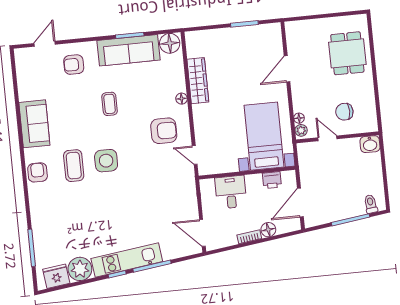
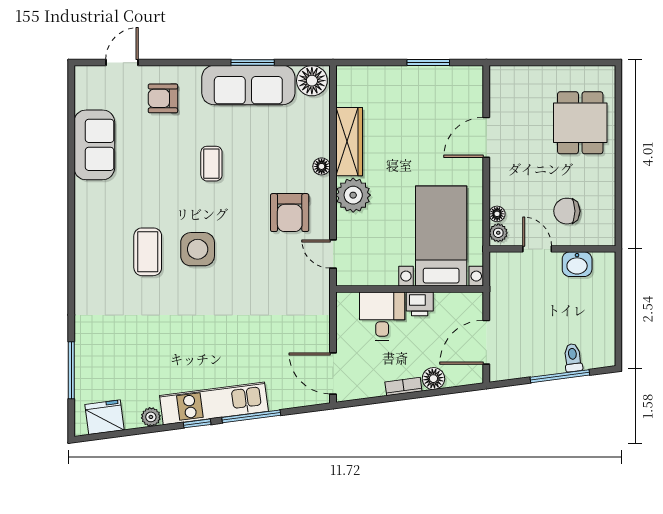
plant: (204, 115) -> (353, 195), added
sofa: (34, 124) -> (94, 145), moved
armchair: (164, 131) -> (290, 213), turned 90
washbasin: (370, 144) -> (577, 264), moved
armchair: (38, 172) -> (92, 257), removed
printer: (272, 180) -> (420, 304), moved
toilet: (371, 204) -> (573, 358), moved
plant: (80, 269) -> (151, 417), width x0.53, depth x0.53

